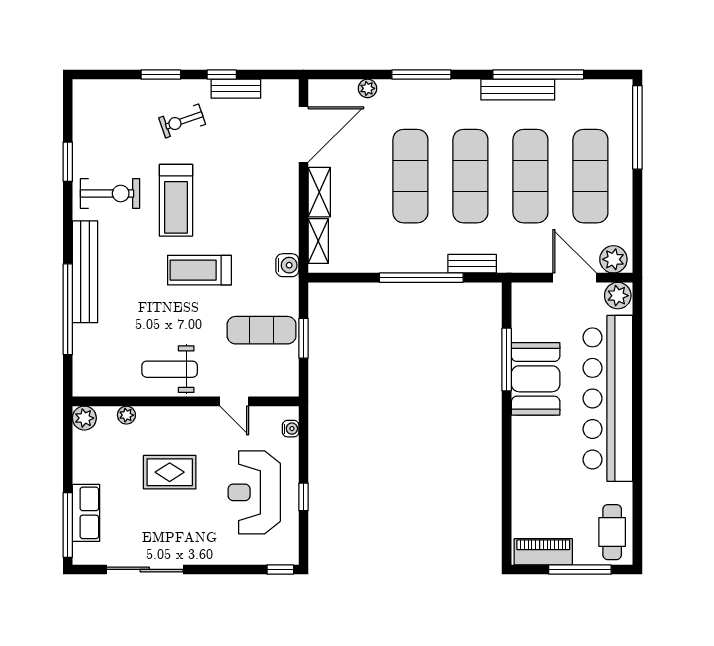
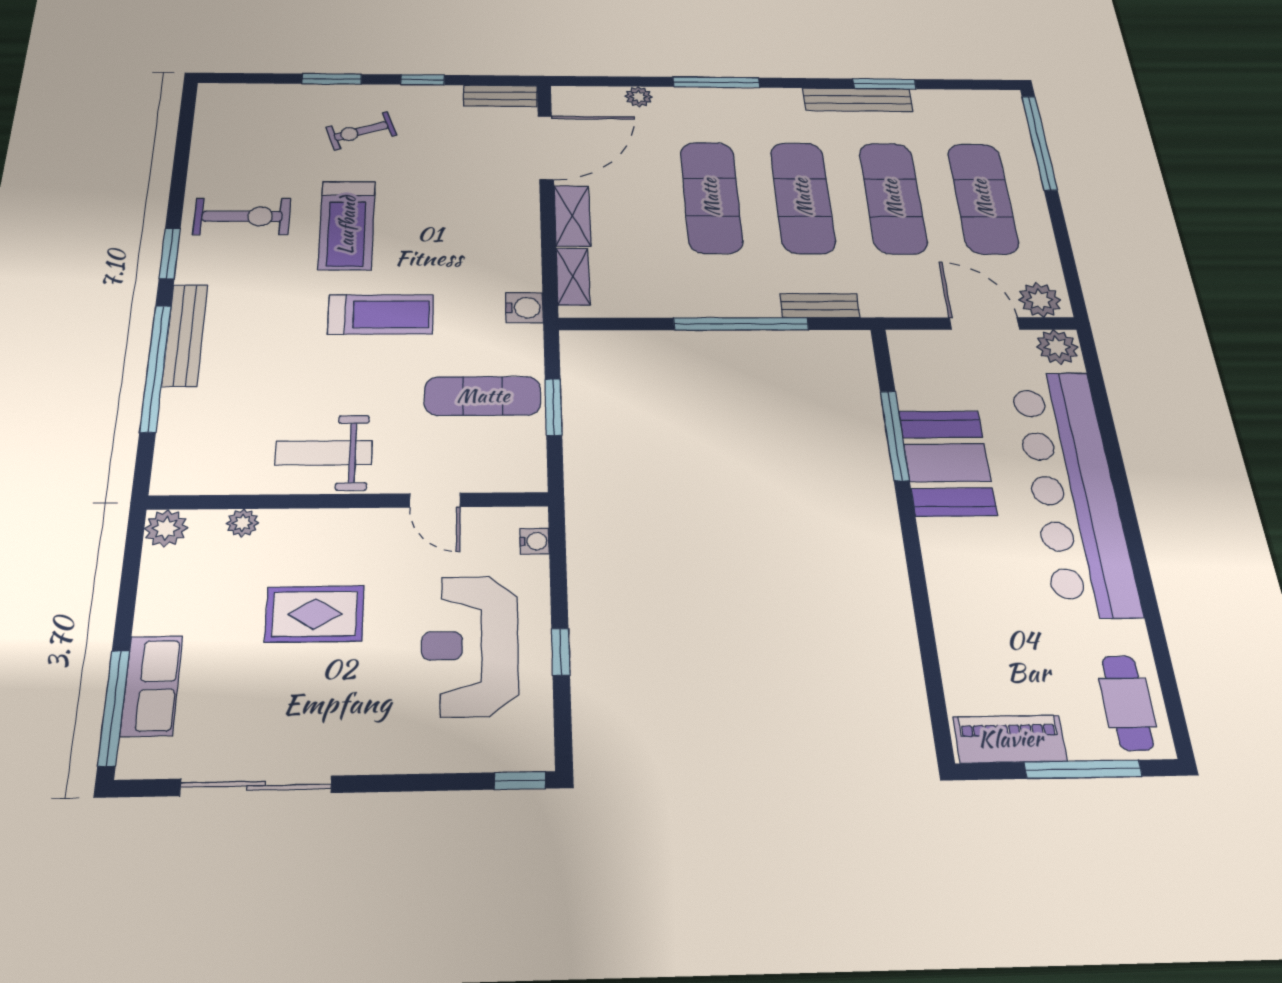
window: (538, 75) -> (885, 84), width x0.47
bench: (236, 89) -> (500, 96), moved
window: (68, 162) -> (170, 253), moved
treadmill: (199, 270) -> (381, 314), turned 180
bench: (85, 272) -> (185, 335), width x0.73, depth x0.82

